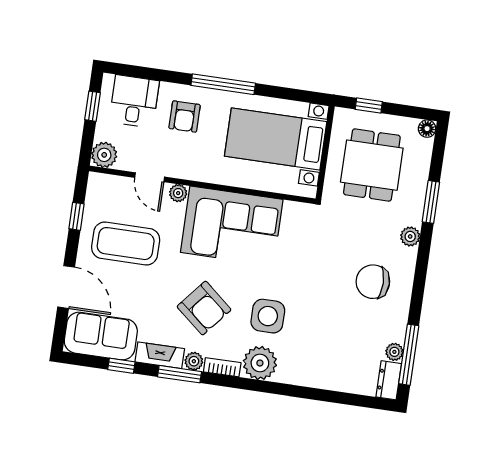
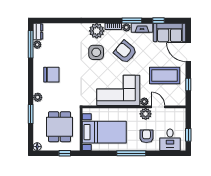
plant: (104, 155) -> (146, 114), moved

